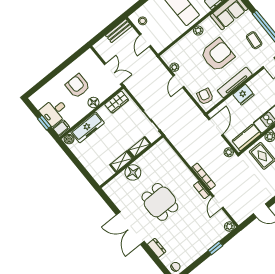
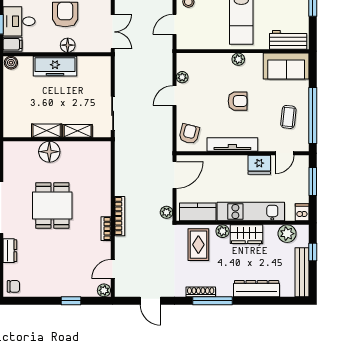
armchair: (217, 55) -> (238, 101), width x0.53, depth x0.53
fridge: (243, 95) -> (259, 165), moved
wardrobe: (117, 102) -> (92, 64), removed
freezer: (88, 127) -> (55, 66), moved
door: (218, 202) -> (113, 269), moved

